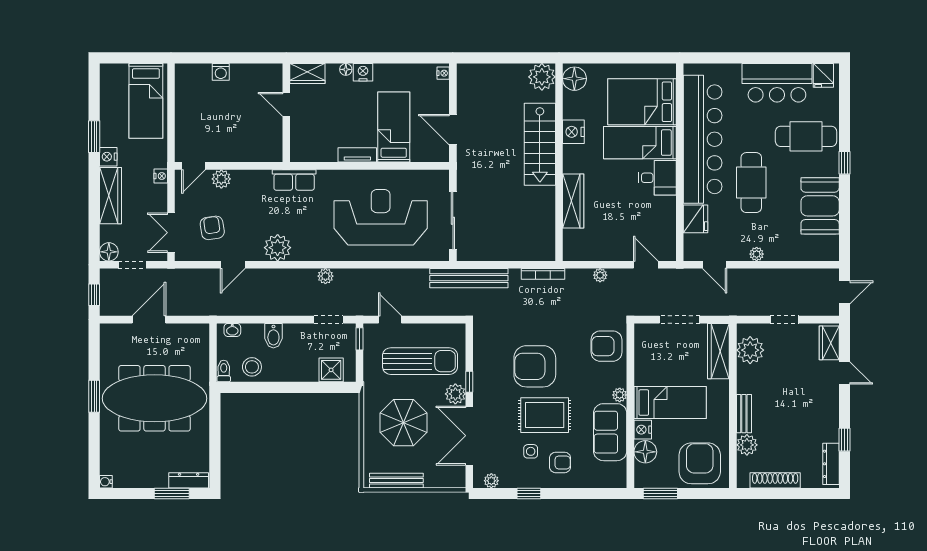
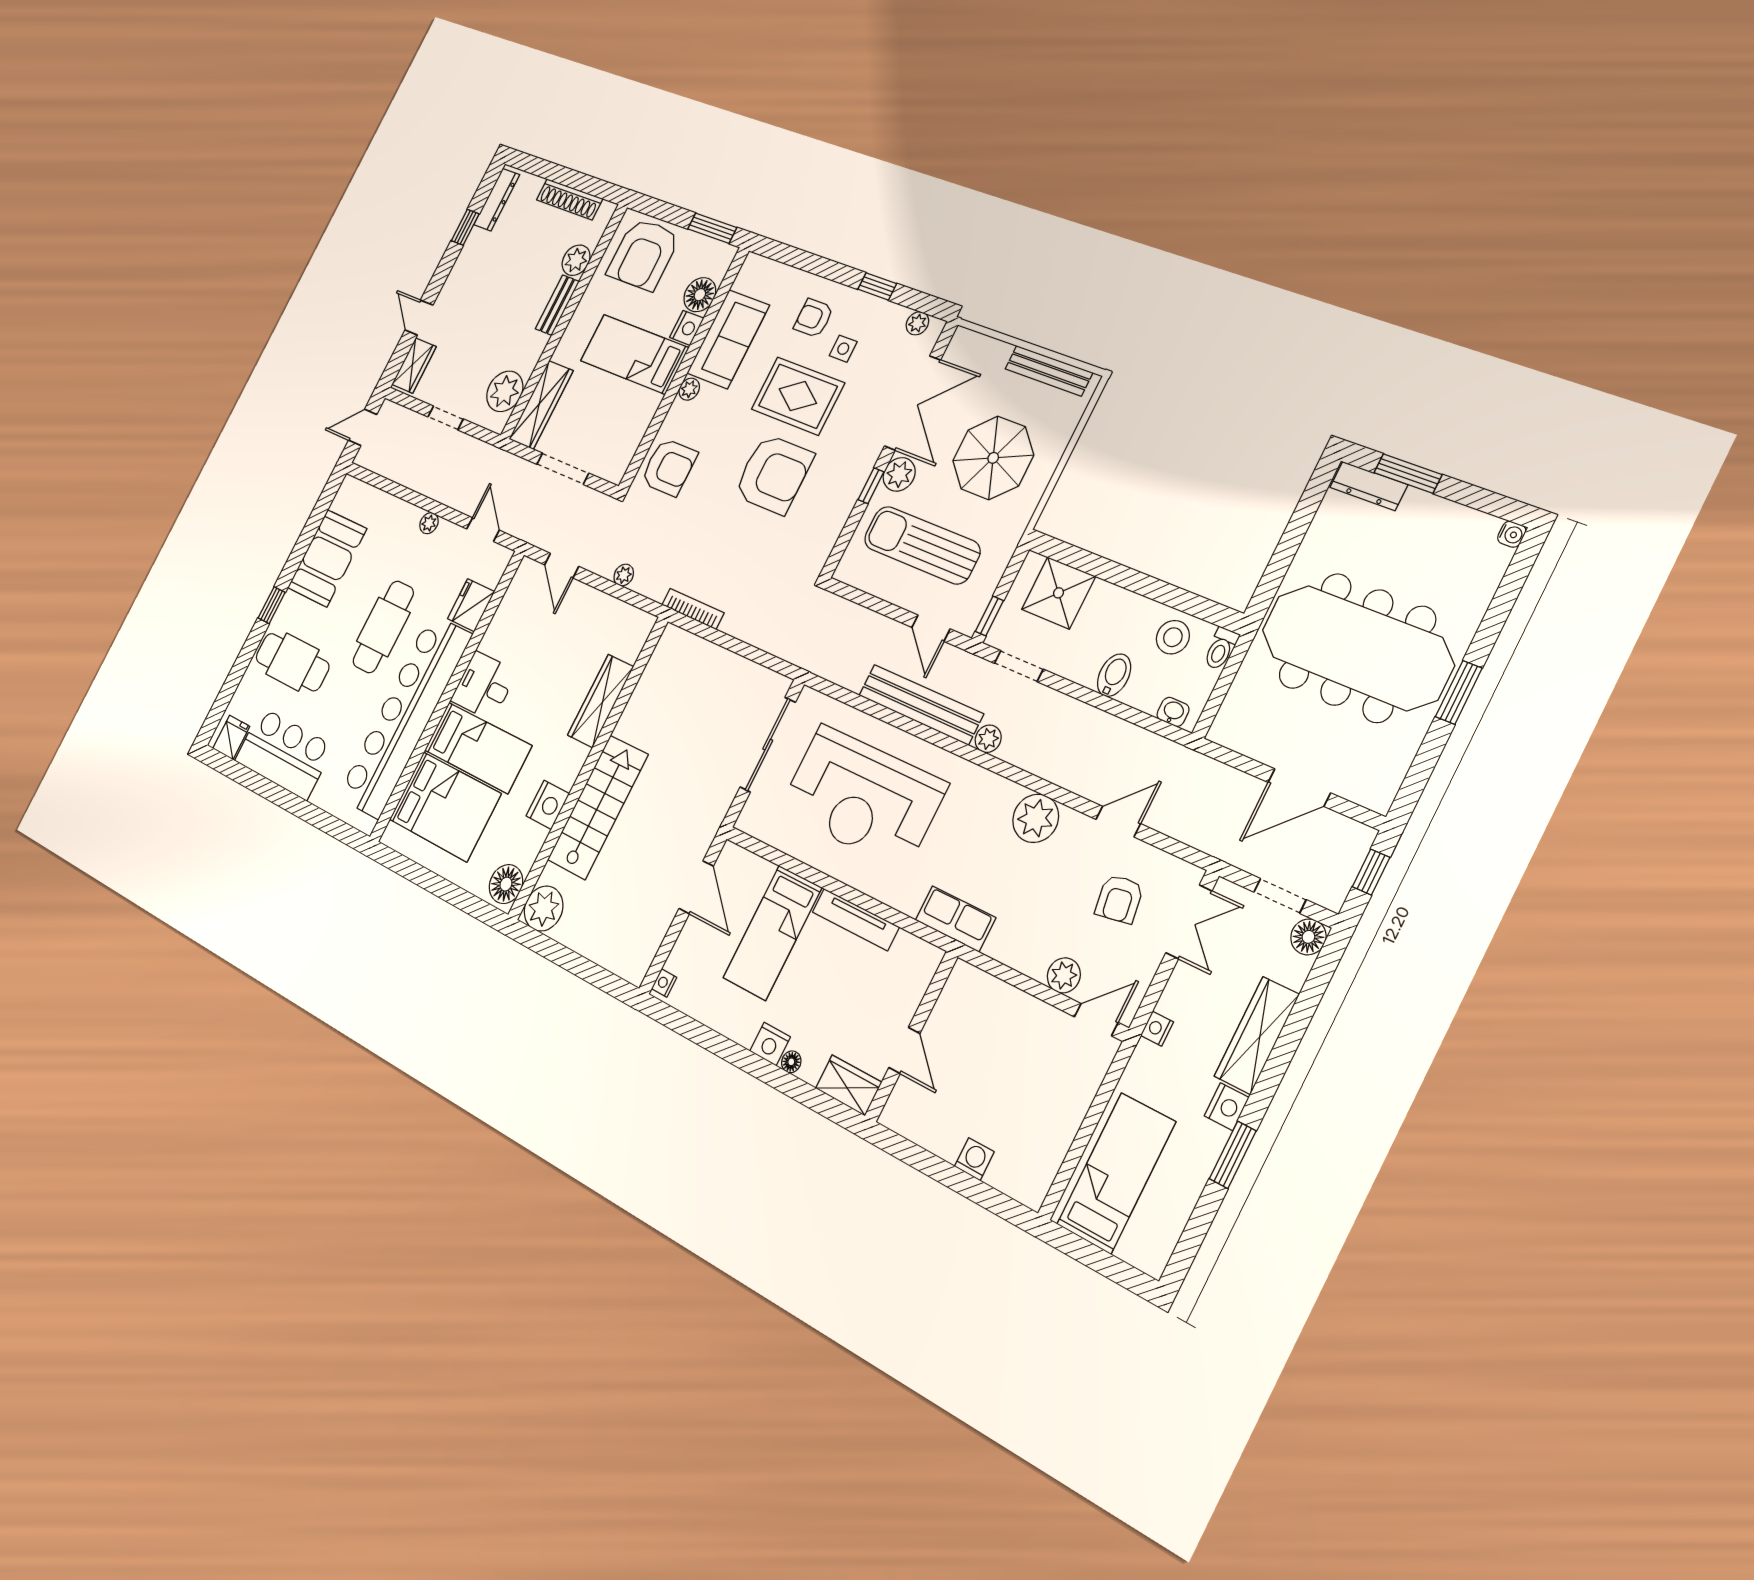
tv unit: (357, 155) -> (856, 919), width x1.41
bench: (469, 278) -> (921, 704), moved
shower: (331, 370) -> (1059, 593), width x1.36, depth x1.36

